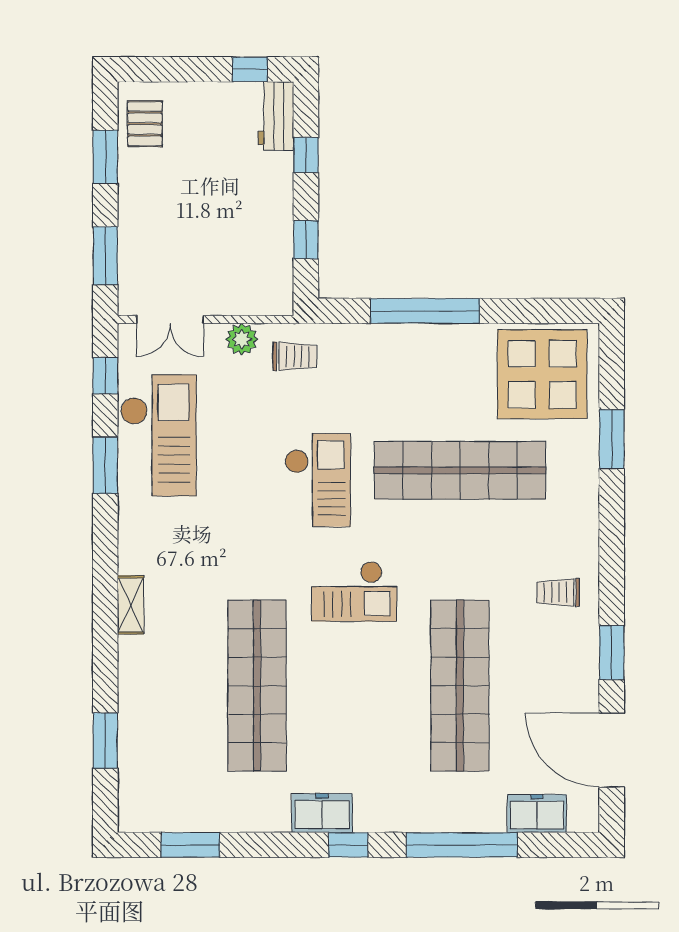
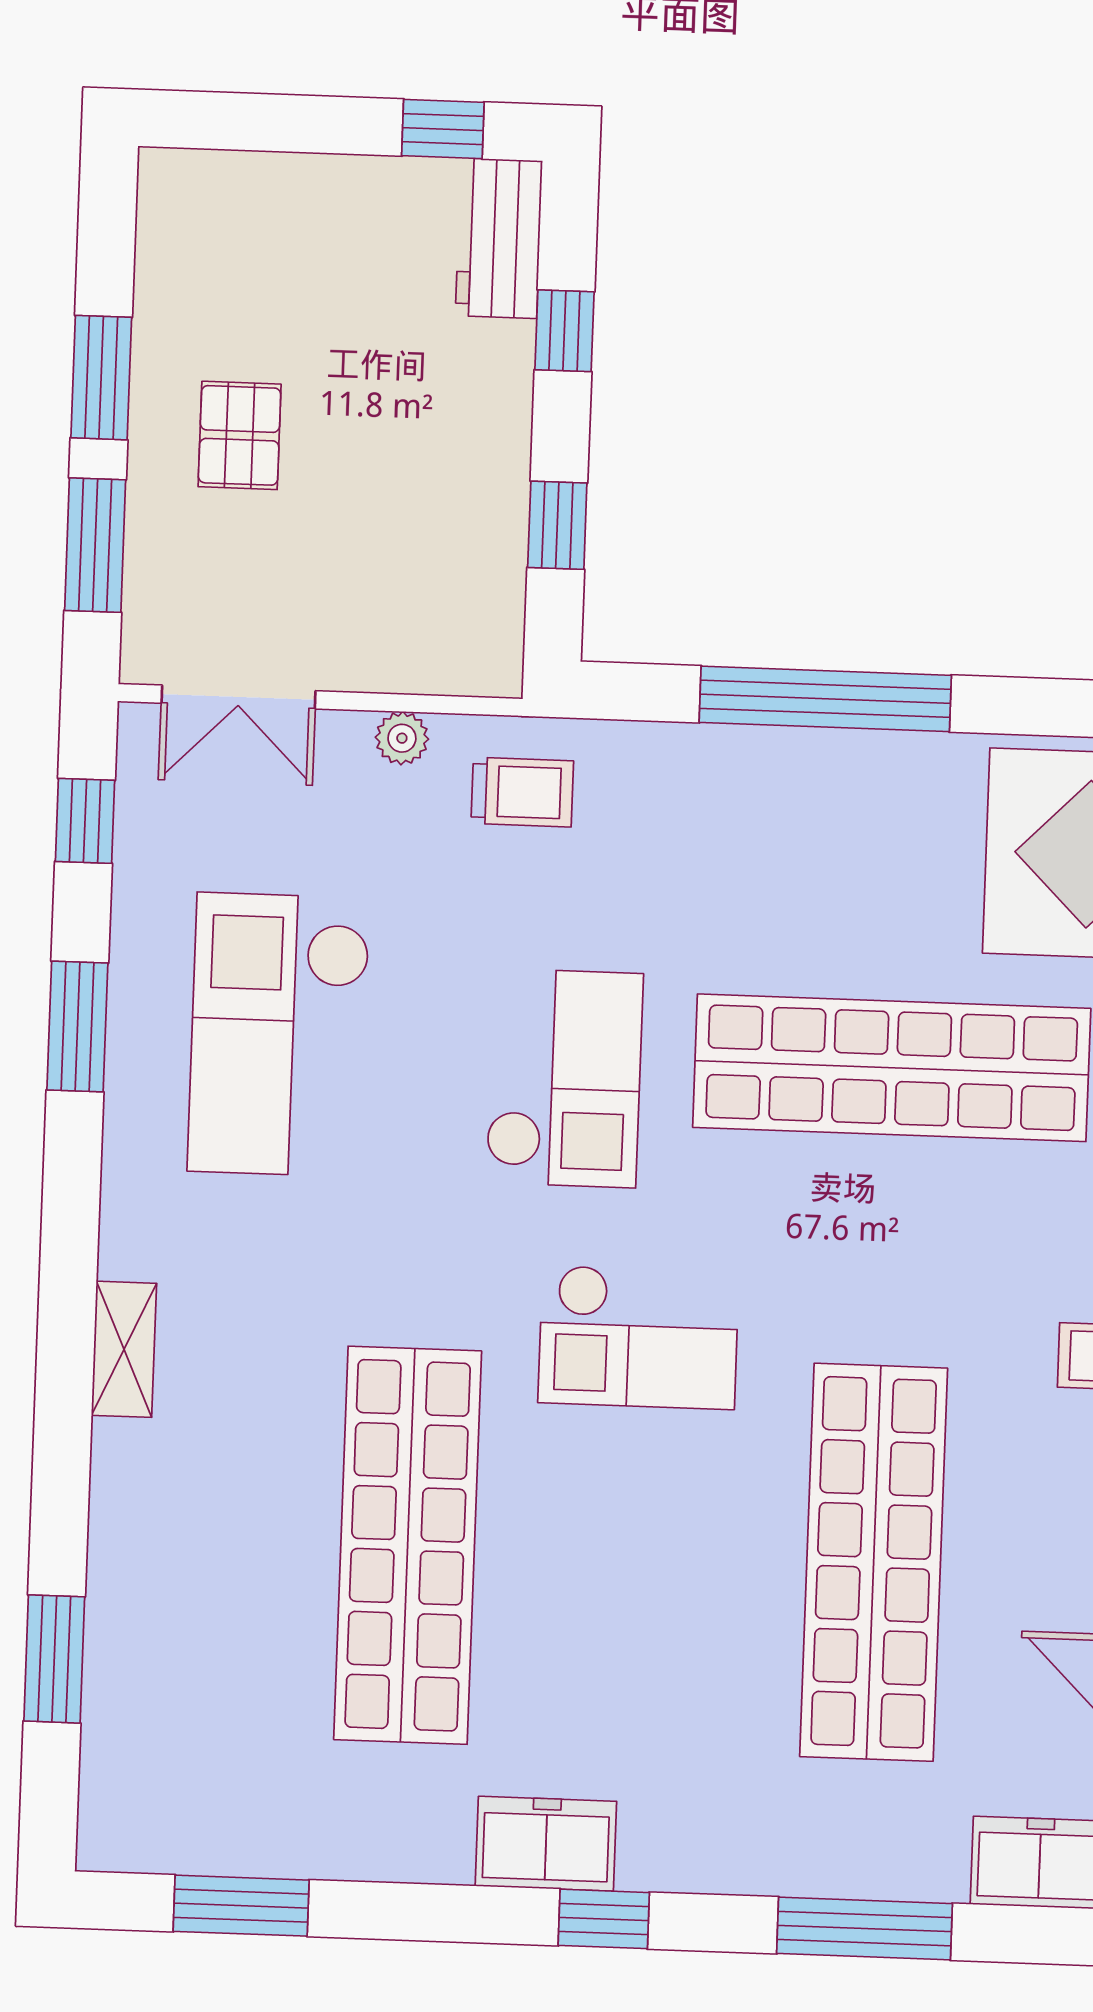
pallet: (145, 124) -> (240, 435), moved
window: (105, 157) -> (101, 378), moved
plant: (242, 339) -> (402, 738), width x0.73, depth x0.73
checkout: (158, 435) -> (279, 1035), moved, turned 180
window: (462, 845) -> (864, 1929), width x0.68

